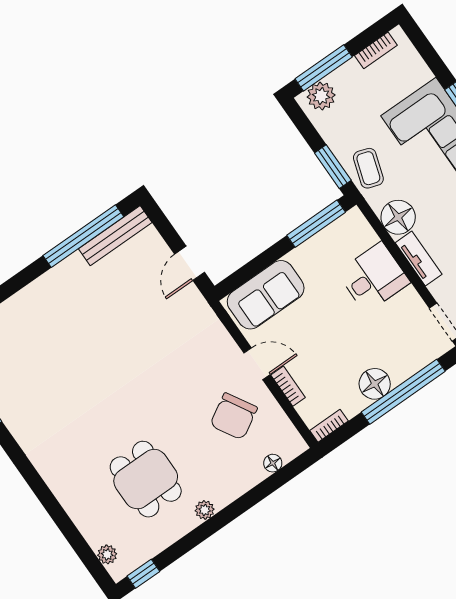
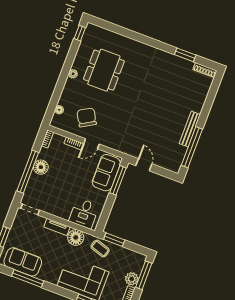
plant: (321, 96) -> (132, 279), moved
window: (316, 224) -> (118, 180), moved
bench: (115, 236) -> (190, 129), moved
desk: (374, 278) -> (84, 213), moved
dining table: (146, 479) -> (104, 70), width x1.38
plant: (107, 554) -> (99, 31), removed

